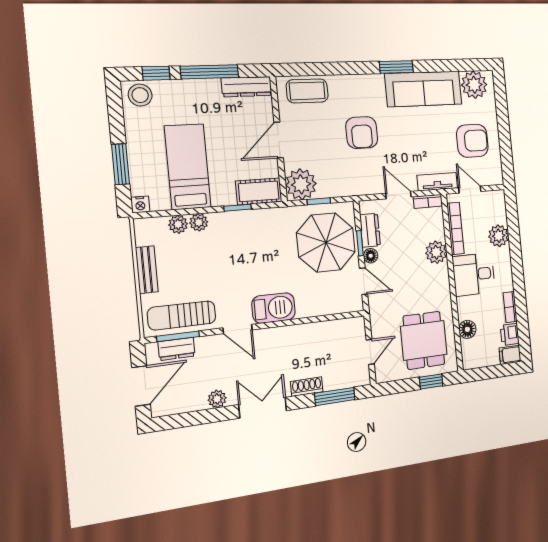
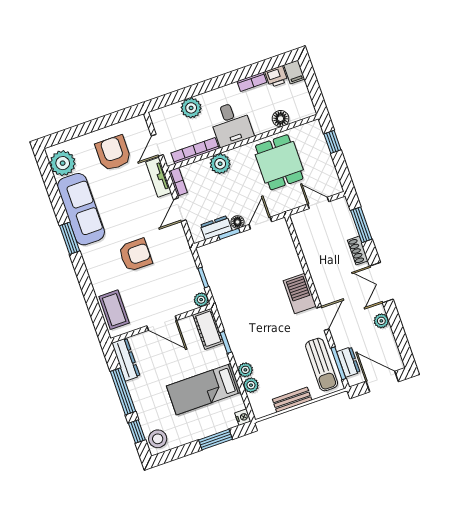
plant: (301, 184) -> (201, 300), width x0.53, depth x0.53
parasol: (326, 243) -> (236, 263), removed
dining table: (424, 340) -> (279, 162), moved, turned 90

